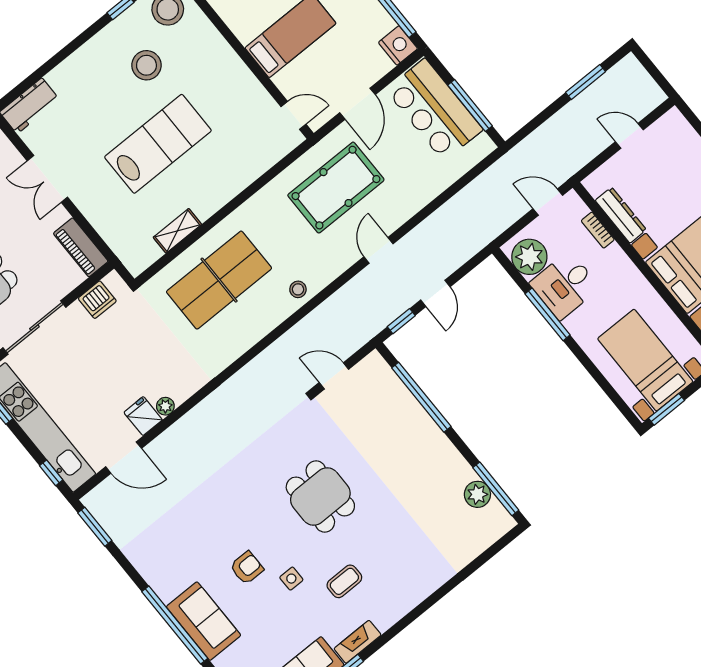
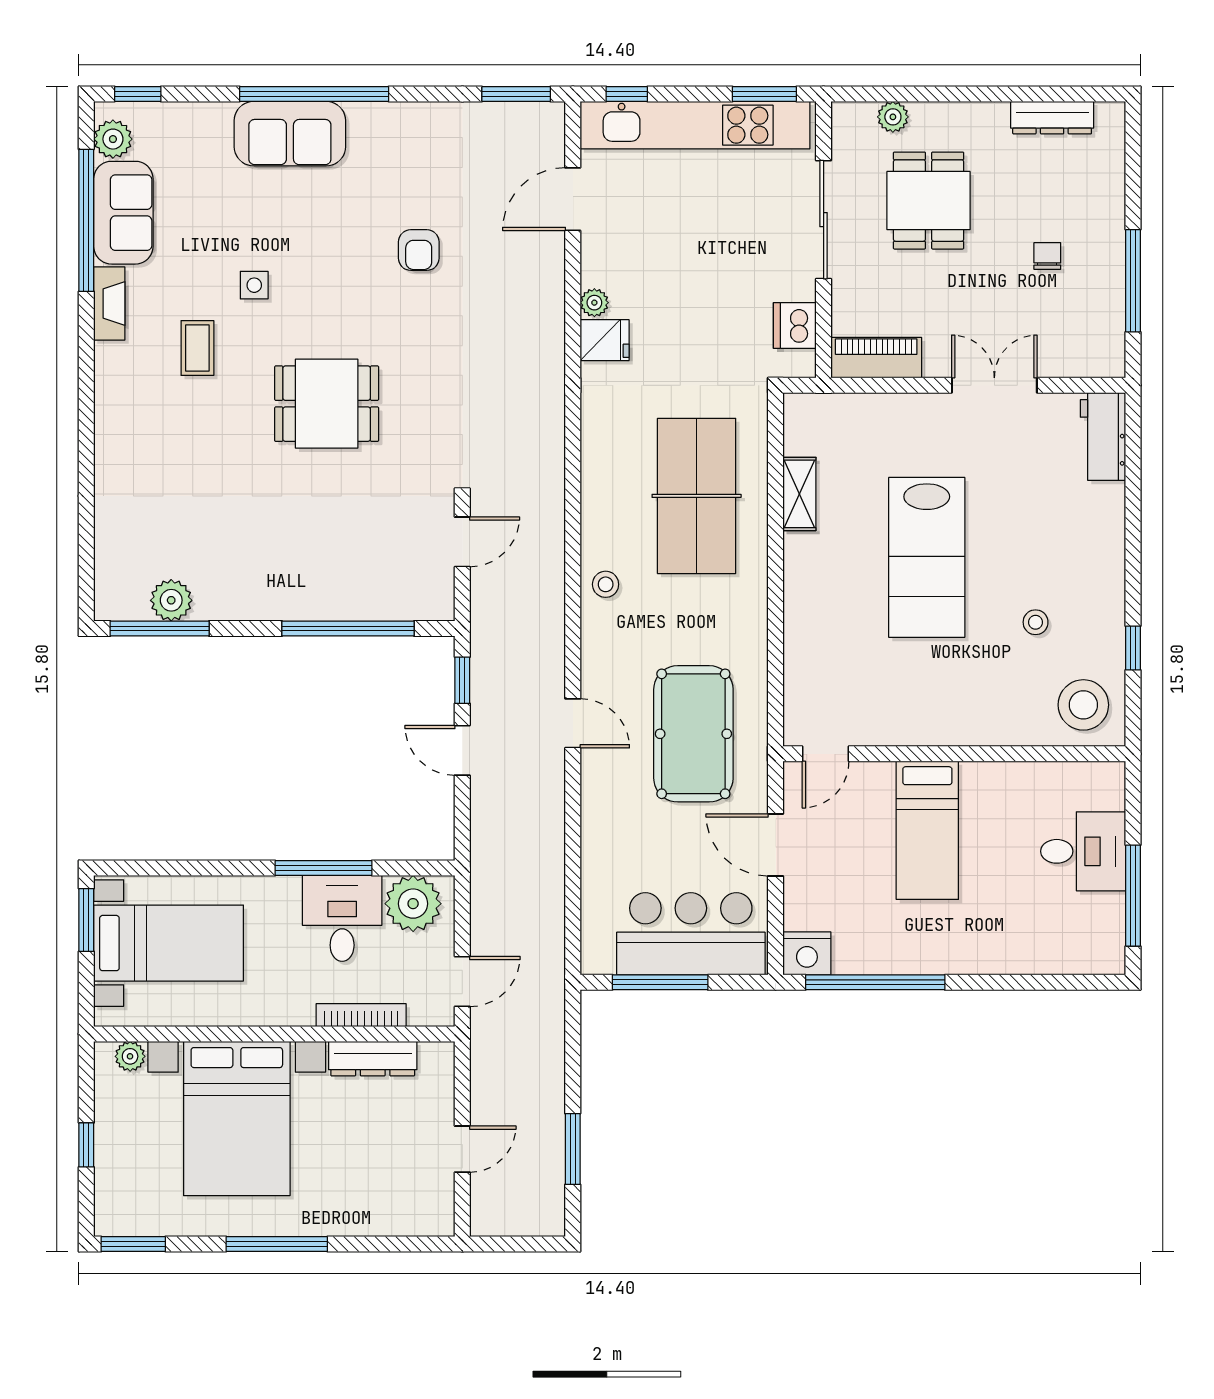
stool: (146, 65) -> (1036, 622), width x0.53, depth x0.53
bookcase: (598, 230) -> (361, 1015), width x1.56
fridge: (143, 416) -> (605, 340), moved
armchair: (247, 568) -> (419, 250), moved

